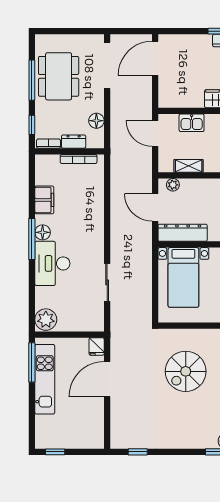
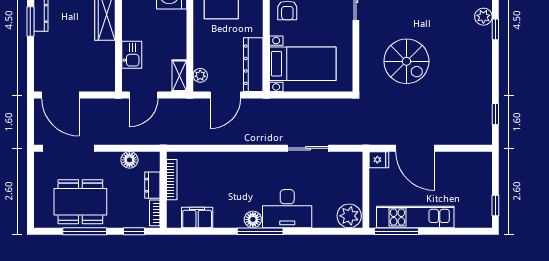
shelving: (189, 166) -> (179, 76), moved
filing cabinet: (44, 200) -> (197, 218), moved

